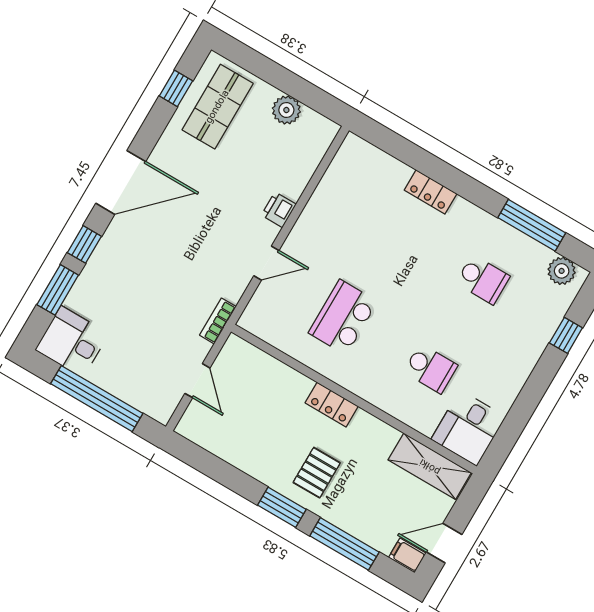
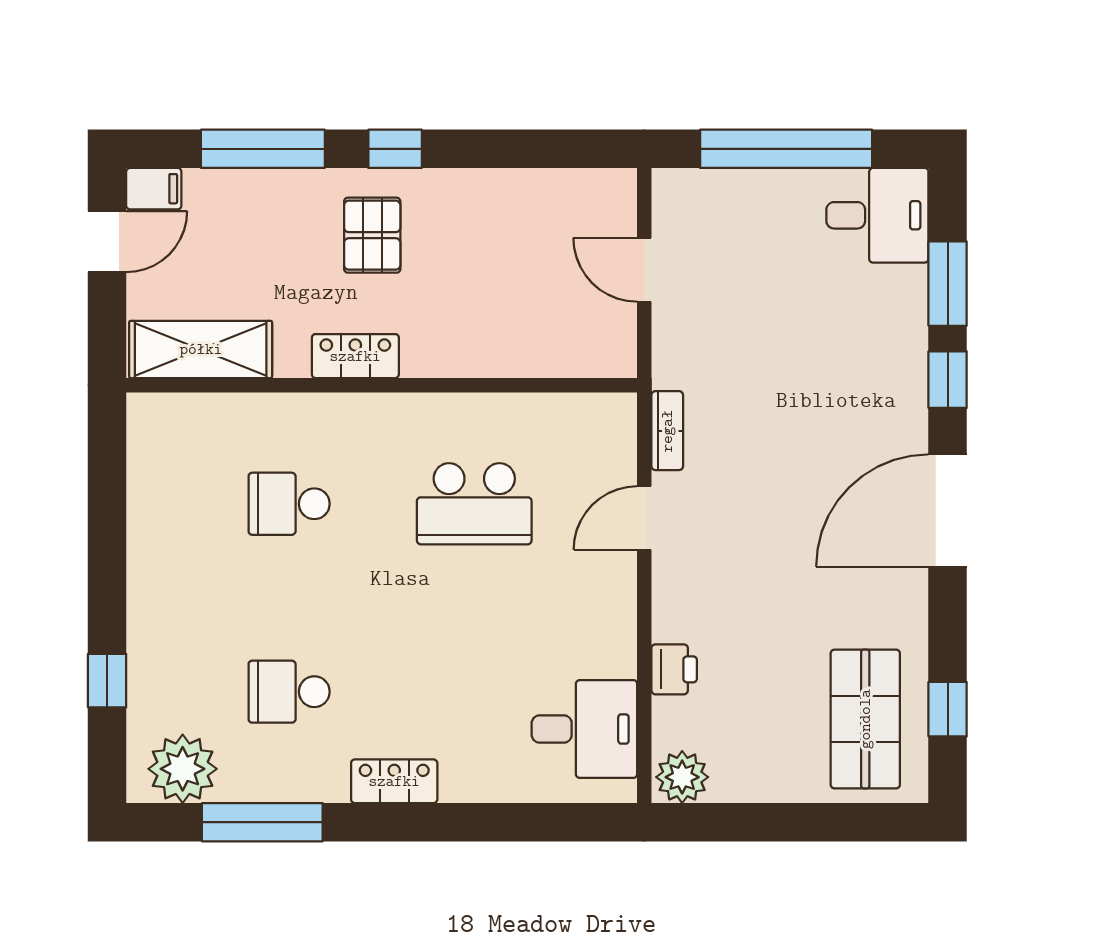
plant: (286, 110) -> (682, 777), moved
locker: (431, 192) -> (394, 781), moved
printer: (279, 210) -> (674, 669), moved
plant: (562, 271) -> (183, 769), width x1.36, depth x1.36
school desk: (343, 317) -> (474, 504), turned 90
bookcase: (218, 321) -> (667, 431), moved
locker: (332, 405) -> (355, 356), moved
desk: (468, 428) -> (584, 729), moved, turned 90
window: (282, 507) -> (395, 149), width x0.67

